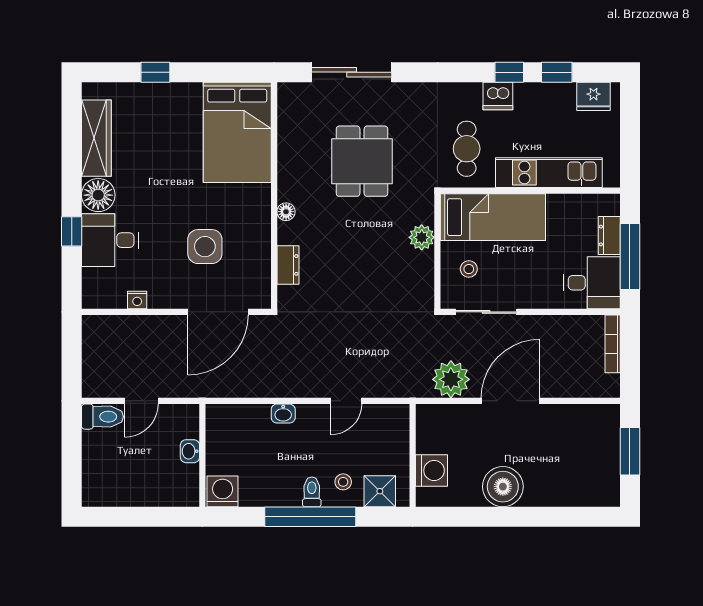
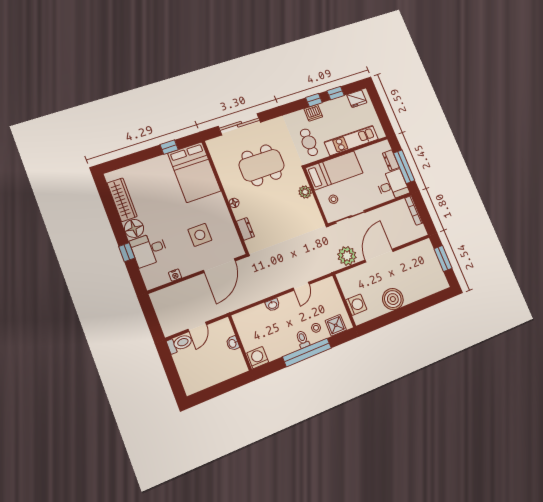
window: (155, 72) -> (169, 147), moved
dining table: (362, 161) -> (262, 165), width x1.37

